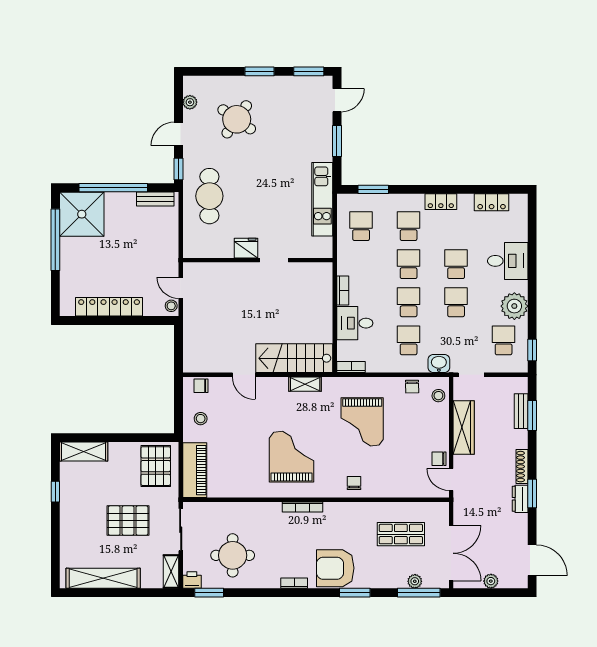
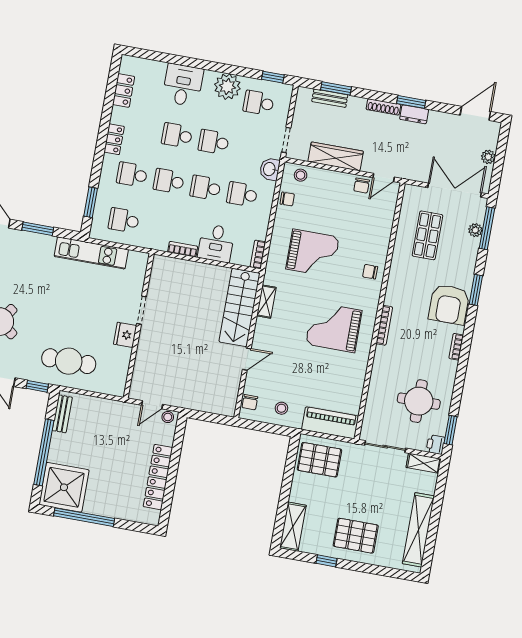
pallet: (128, 521) -> (356, 536), moved, turned 90

